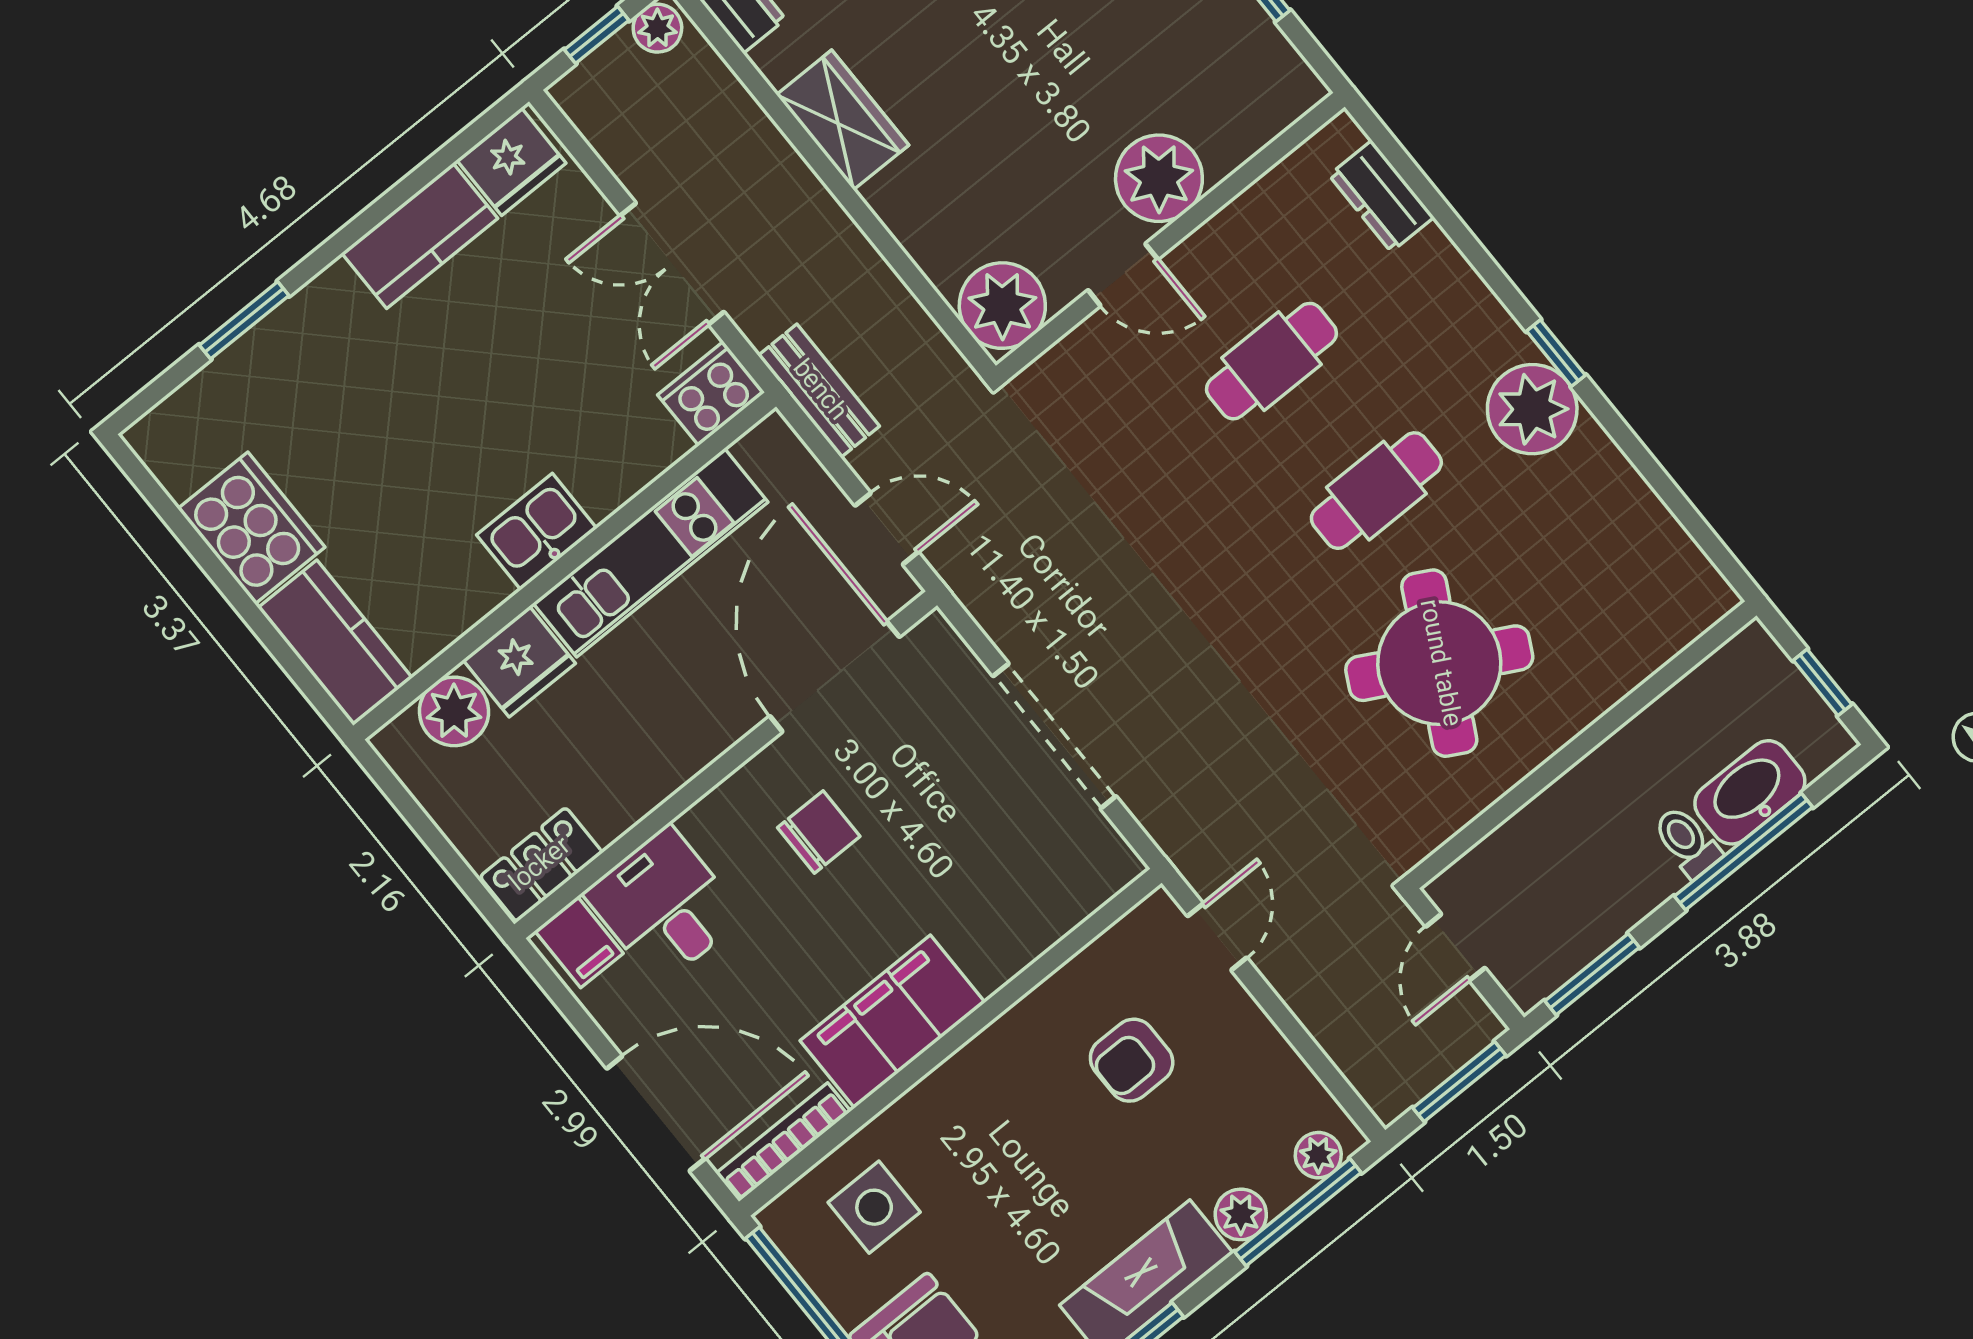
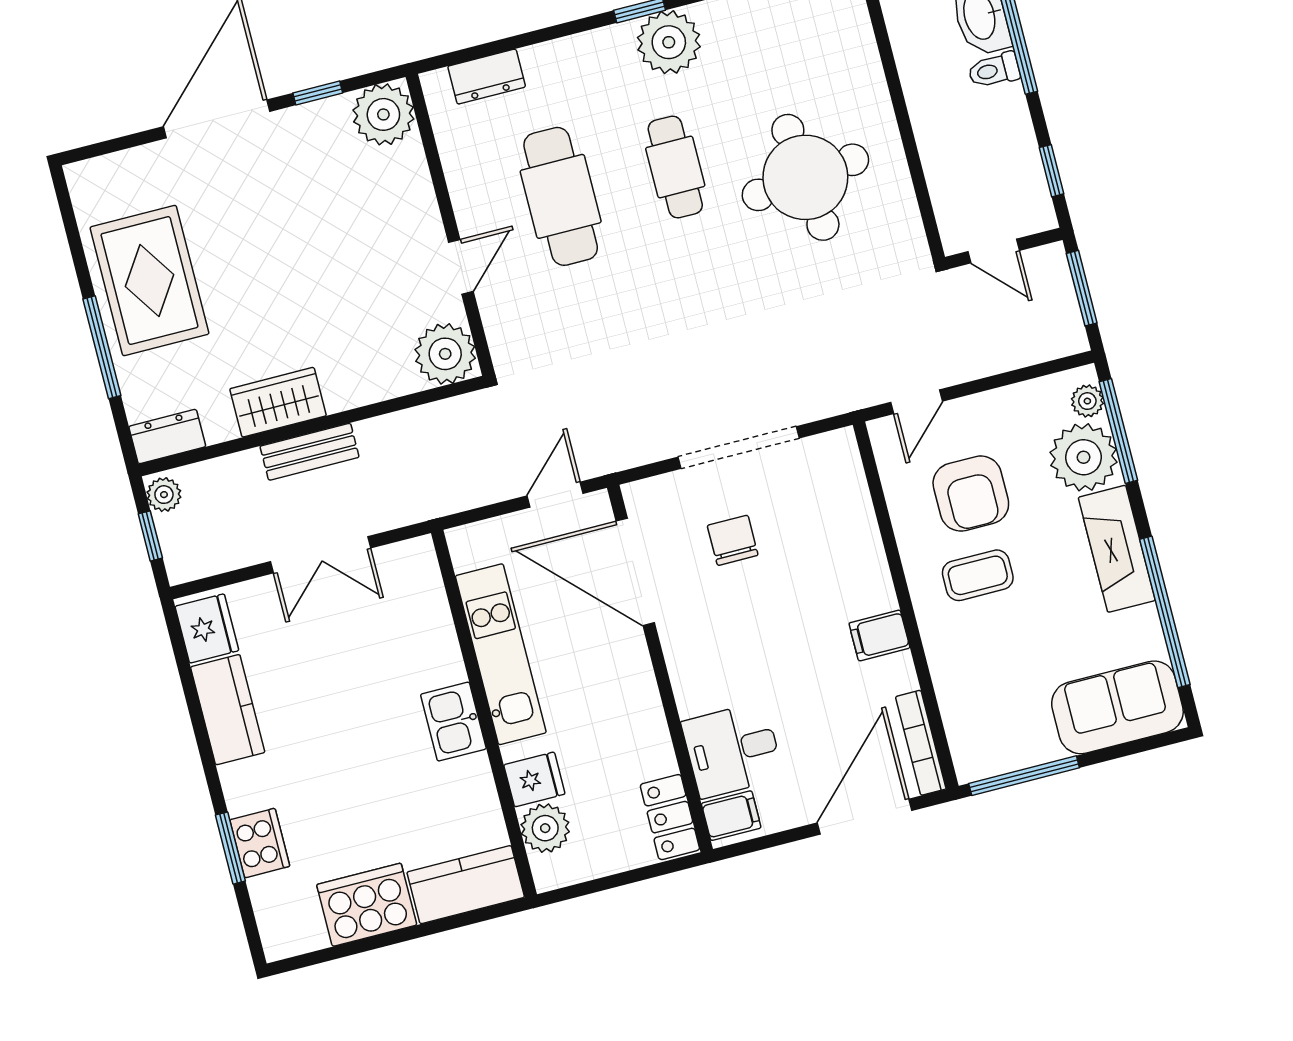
plant: (1159, 178) -> (383, 114), moved
cafe table: (1271, 361) -> (561, 196), width x1.37, depth x1.35
bench: (819, 391) -> (310, 452), moved
cooker: (711, 394) -> (260, 843), moved, turned 180
fridge: (519, 662) -> (534, 779), width x0.72
round table: (1439, 663) -> (805, 177), turned -34
chair: (819, 832) -> (733, 540), moved
door: (1217, 937) -> (917, 402), swing flipped
window: (1592, 974) -> (1052, 171), width x0.67
filing cabinet: (892, 1021) -> (879, 635), width x0.33, depth x0.86
armchair: (1132, 1060) -> (971, 494), width x1.38, depth x1.38
coffee table: (1031, 1117) -> (978, 575), added
side table: (874, 1207) -> (990, 703), removed
plant: (1241, 1214) -> (1084, 457), width x1.87, depth x1.87

